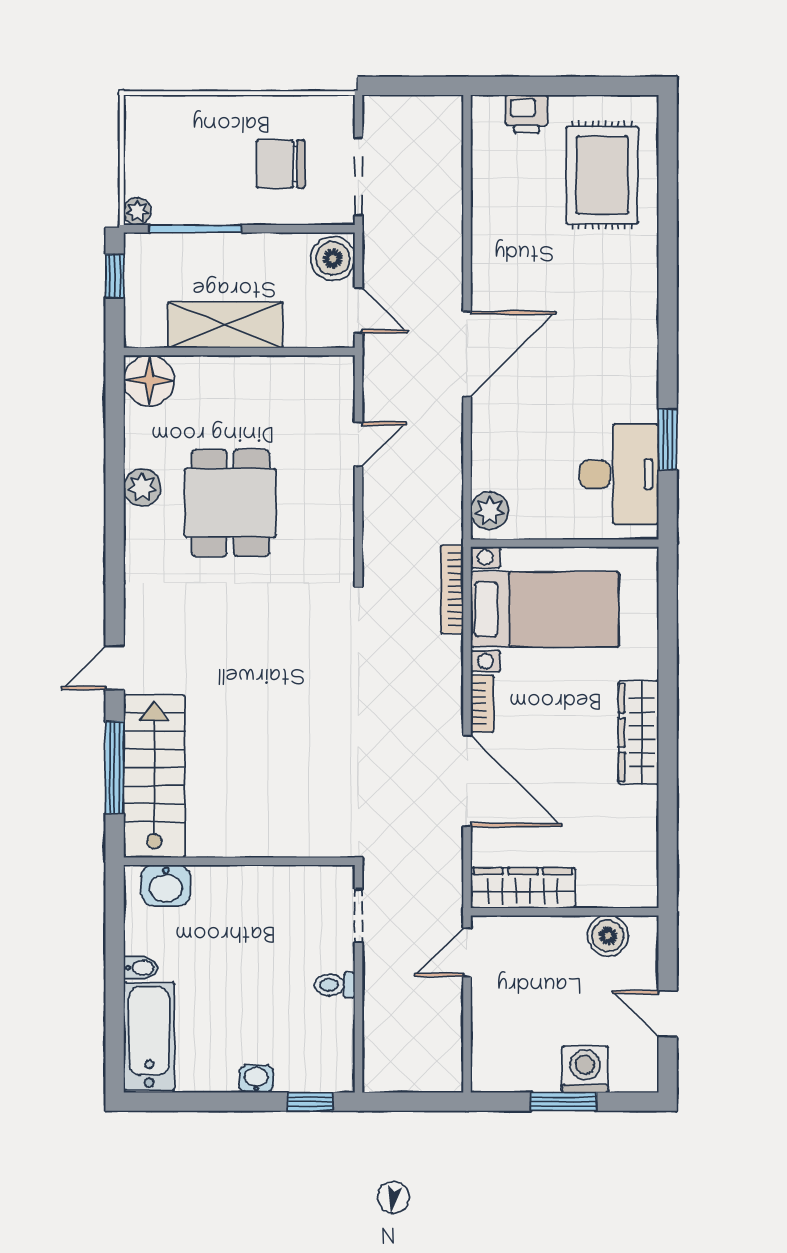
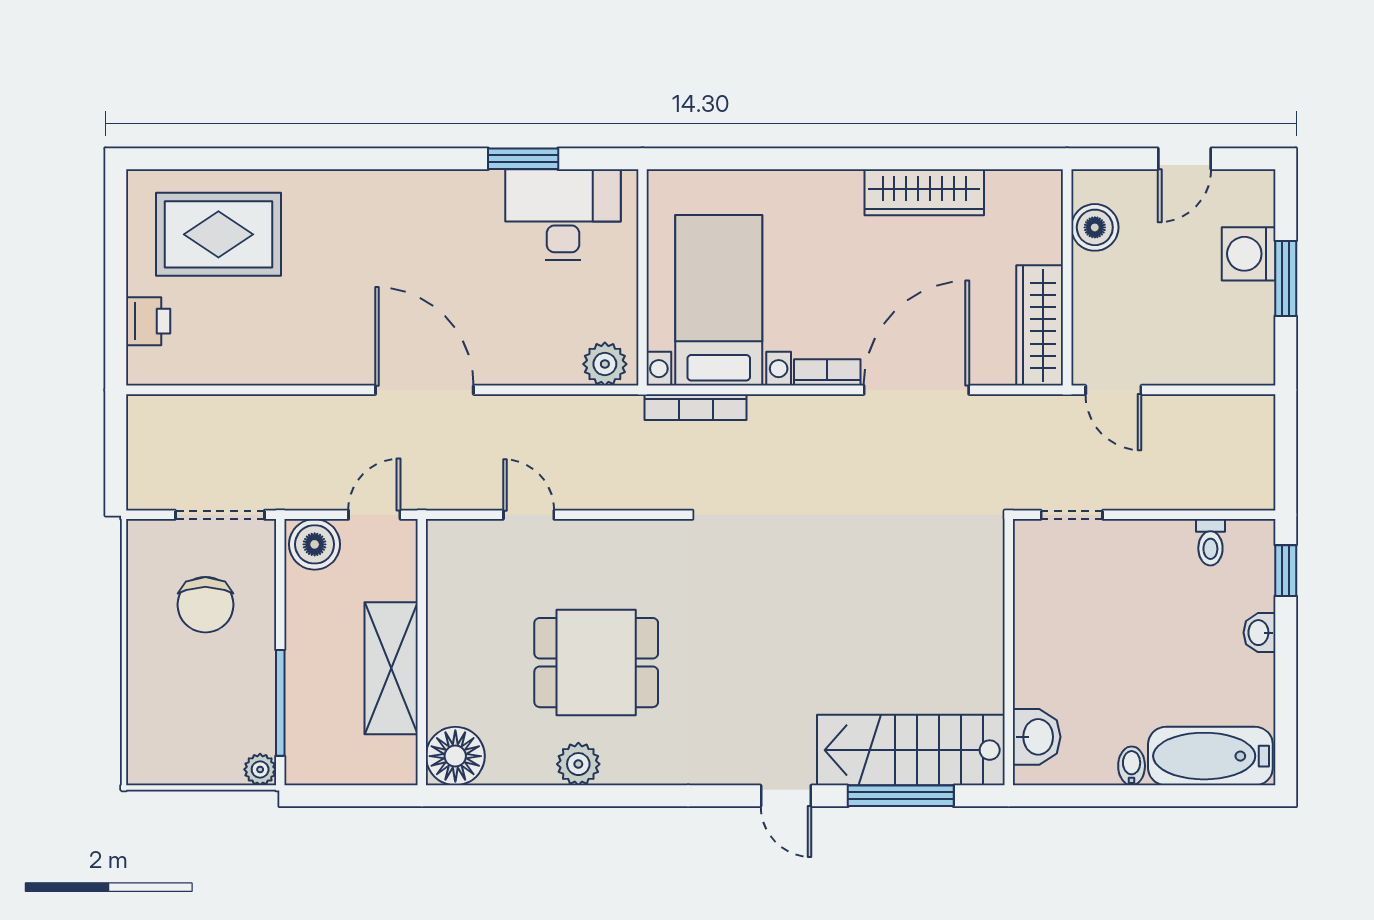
window: (115, 276) -> (335, 796), removed
wardrobe: (639, 733) -> (924, 192), moved
toilet: (335, 985) -> (1210, 542), moved

